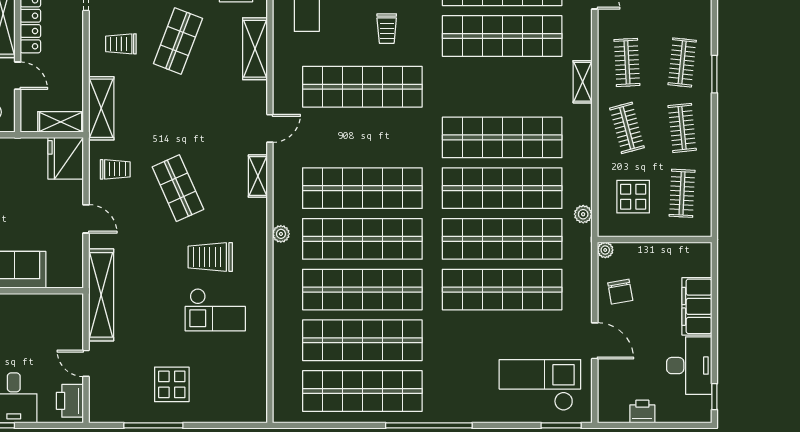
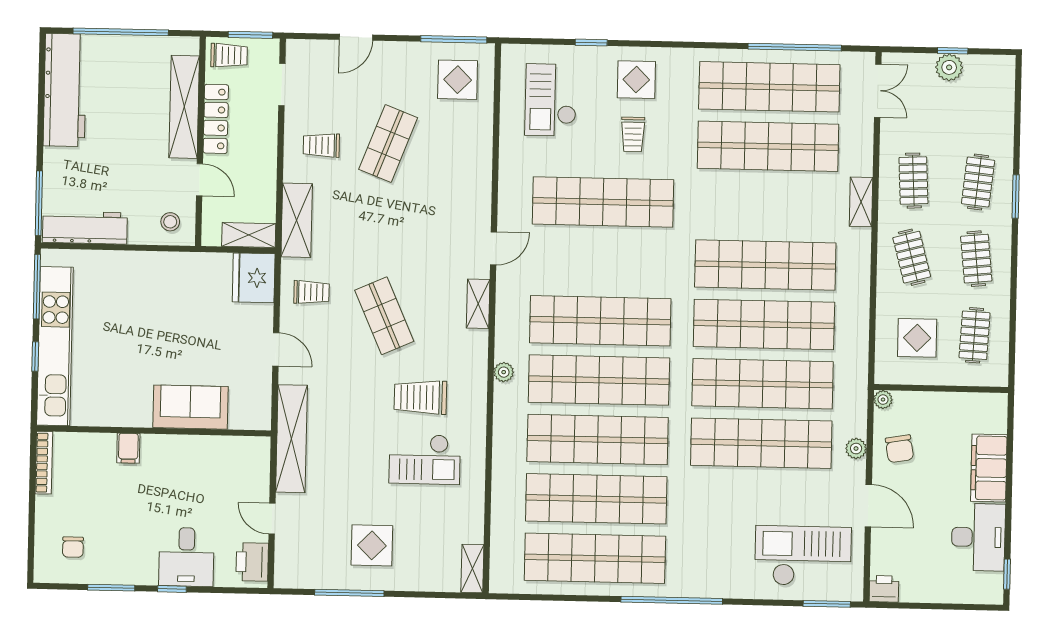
shelving: (255, 49) -> (472, 569), moved, width x0.67, depth x0.75
plant: (583, 214) -> (856, 449), moved
printer: (642, 412) -> (884, 589), moved

